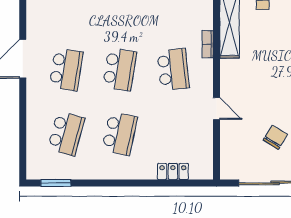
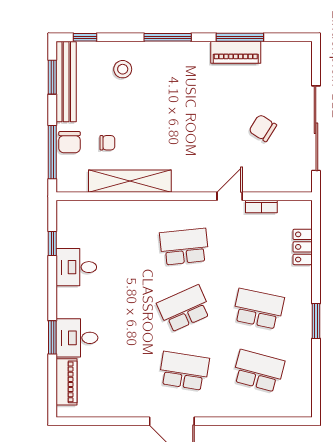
bookcase: (208, 44) -> (261, 206), moved
school desk: (120, 69) -> (184, 309), turned -33
window: (56, 183) -> (316, 321), moved

